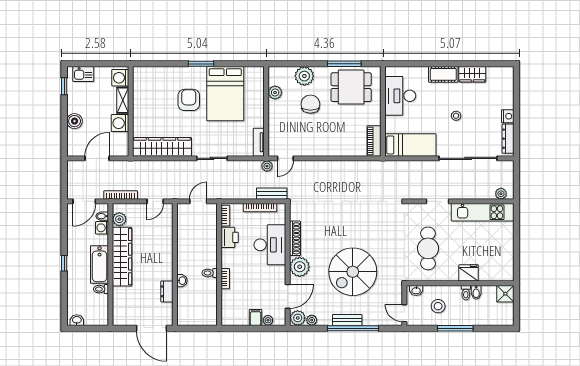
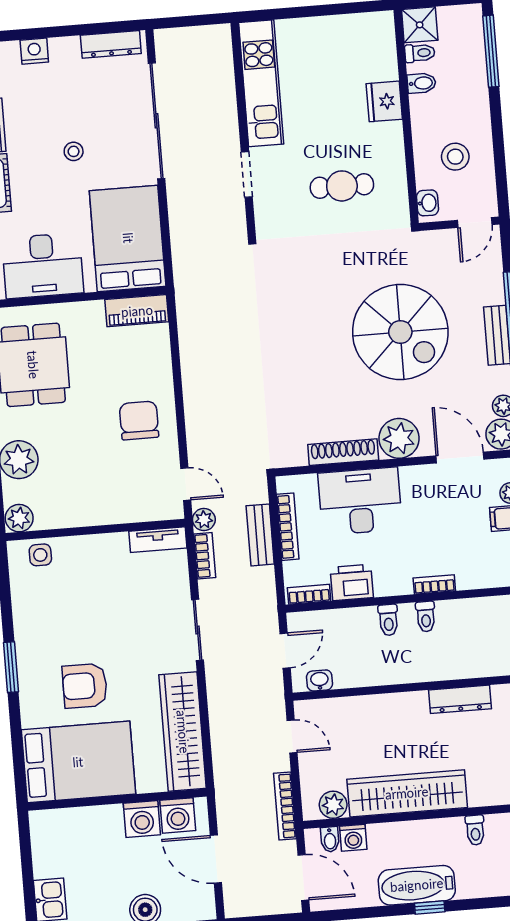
washing machine: (120, 78) -> (178, 815), moved
side table: (256, 83) -> (40, 555), added
plant: (275, 93) -> (19, 518), moved
bed: (225, 94) -> (78, 762), moved
shelving: (123, 100) -> (96, 817), removed
chair: (310, 104) -> (139, 420), moved, turned 90
nightstand: (508, 116) -> (34, 51), moved
bed: (410, 145) -> (128, 238), width x1.50
bookcase: (249, 165) -> (205, 556), added
bench: (272, 194) -> (260, 535), moved
plant: (501, 194) -> (221, 50), removed
door: (198, 201) -> (285, 651), swing flipped
cafe table: (428, 248) -> (342, 186), width x0.73, depth x0.74
toilet: (209, 254) -> (388, 620), added
bathtub: (100, 264) -> (417, 885), moved, turned 180
washbasin: (182, 281) -> (320, 680), moved
dresser: (167, 291) -> (460, 699), width x1.44
toilet: (466, 293) -> (420, 53), moved
window: (455, 328) -> (491, 51), moved

